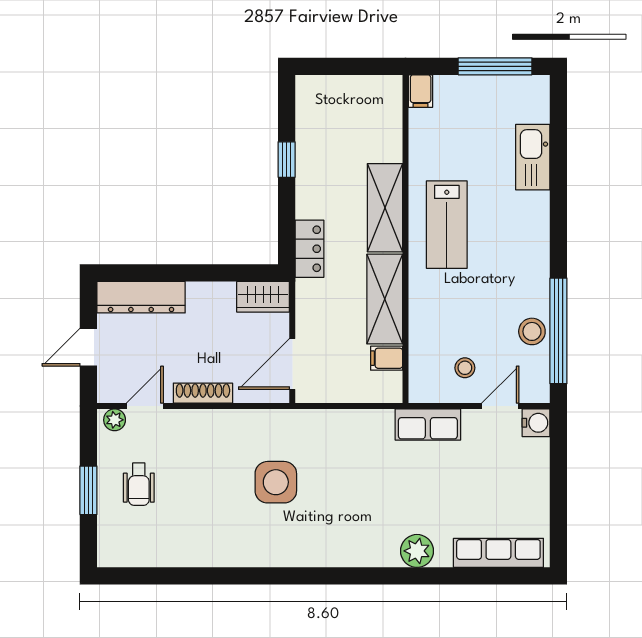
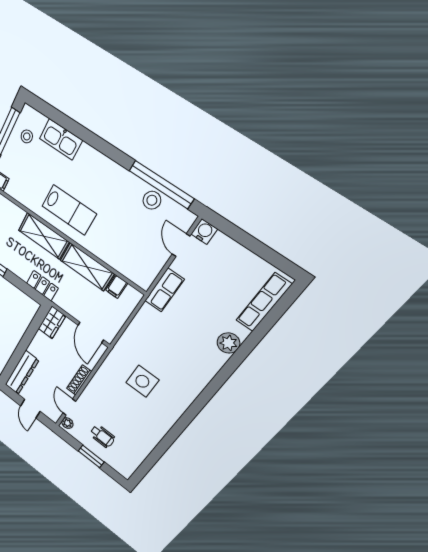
stool: (465, 368) -> (27, 136), moved

